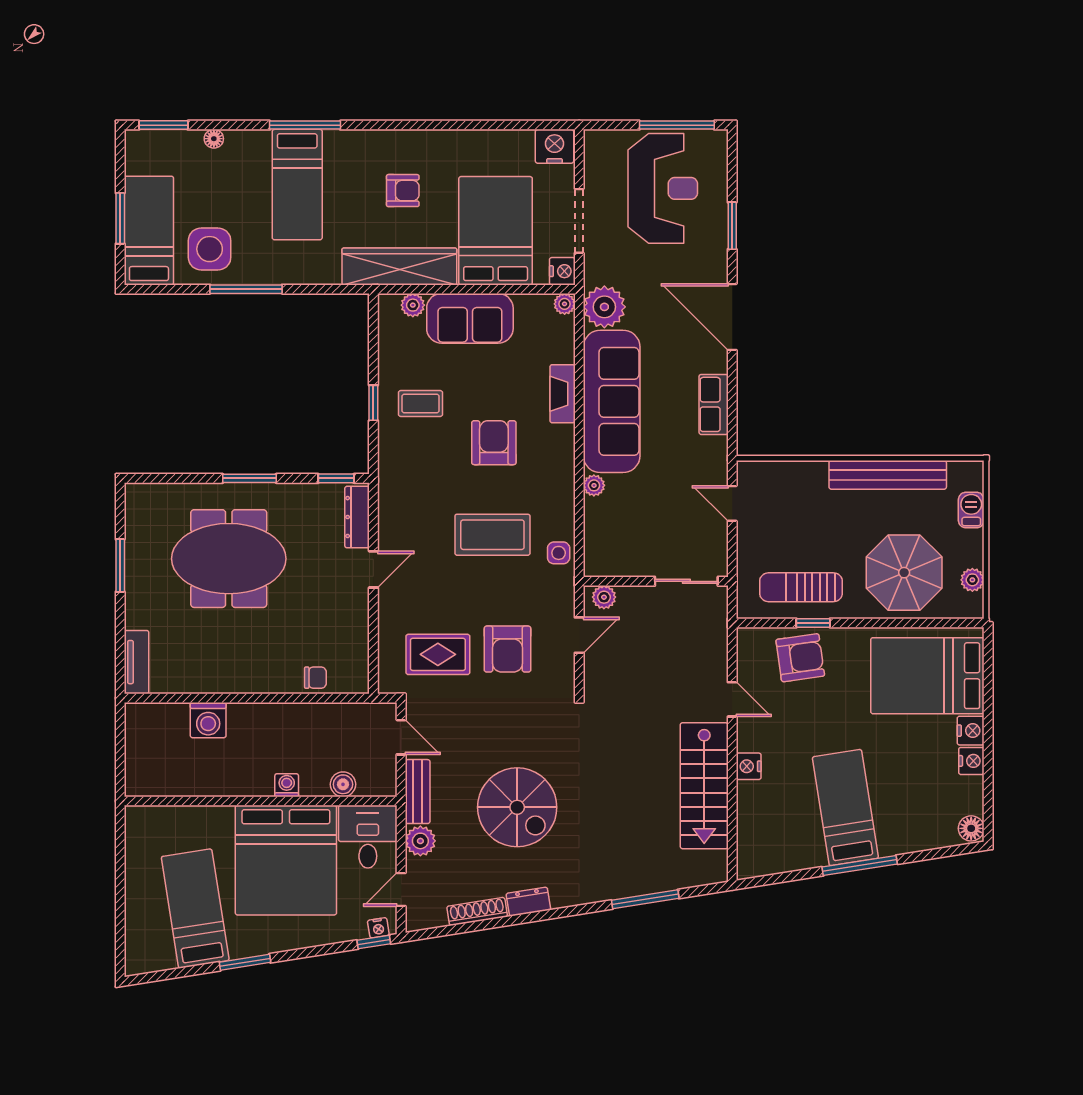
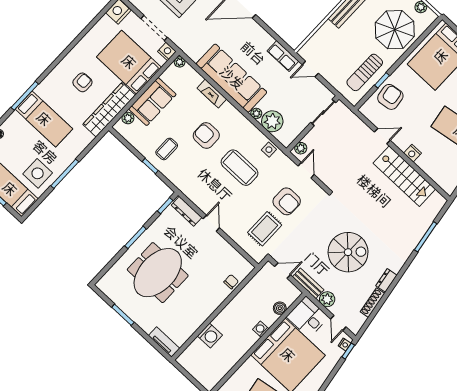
plant: (604, 307) -> (272, 121), moved
row of seats: (714, 404) -> (283, 56), moved
coffee table: (492, 535) -> (239, 168), turned 90

